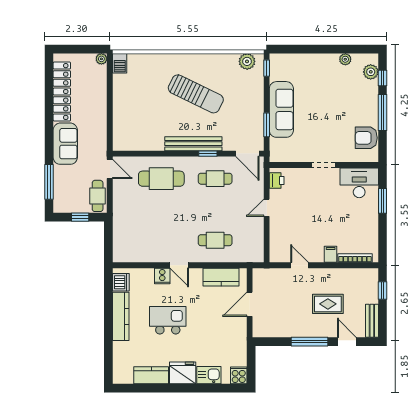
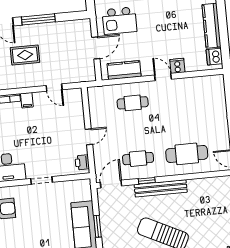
window: (267, 125) -> (97, 226), moved
door: (247, 154) -> (111, 184), hinge flipped
kitchen island: (168, 320) -> (119, 21), moved

